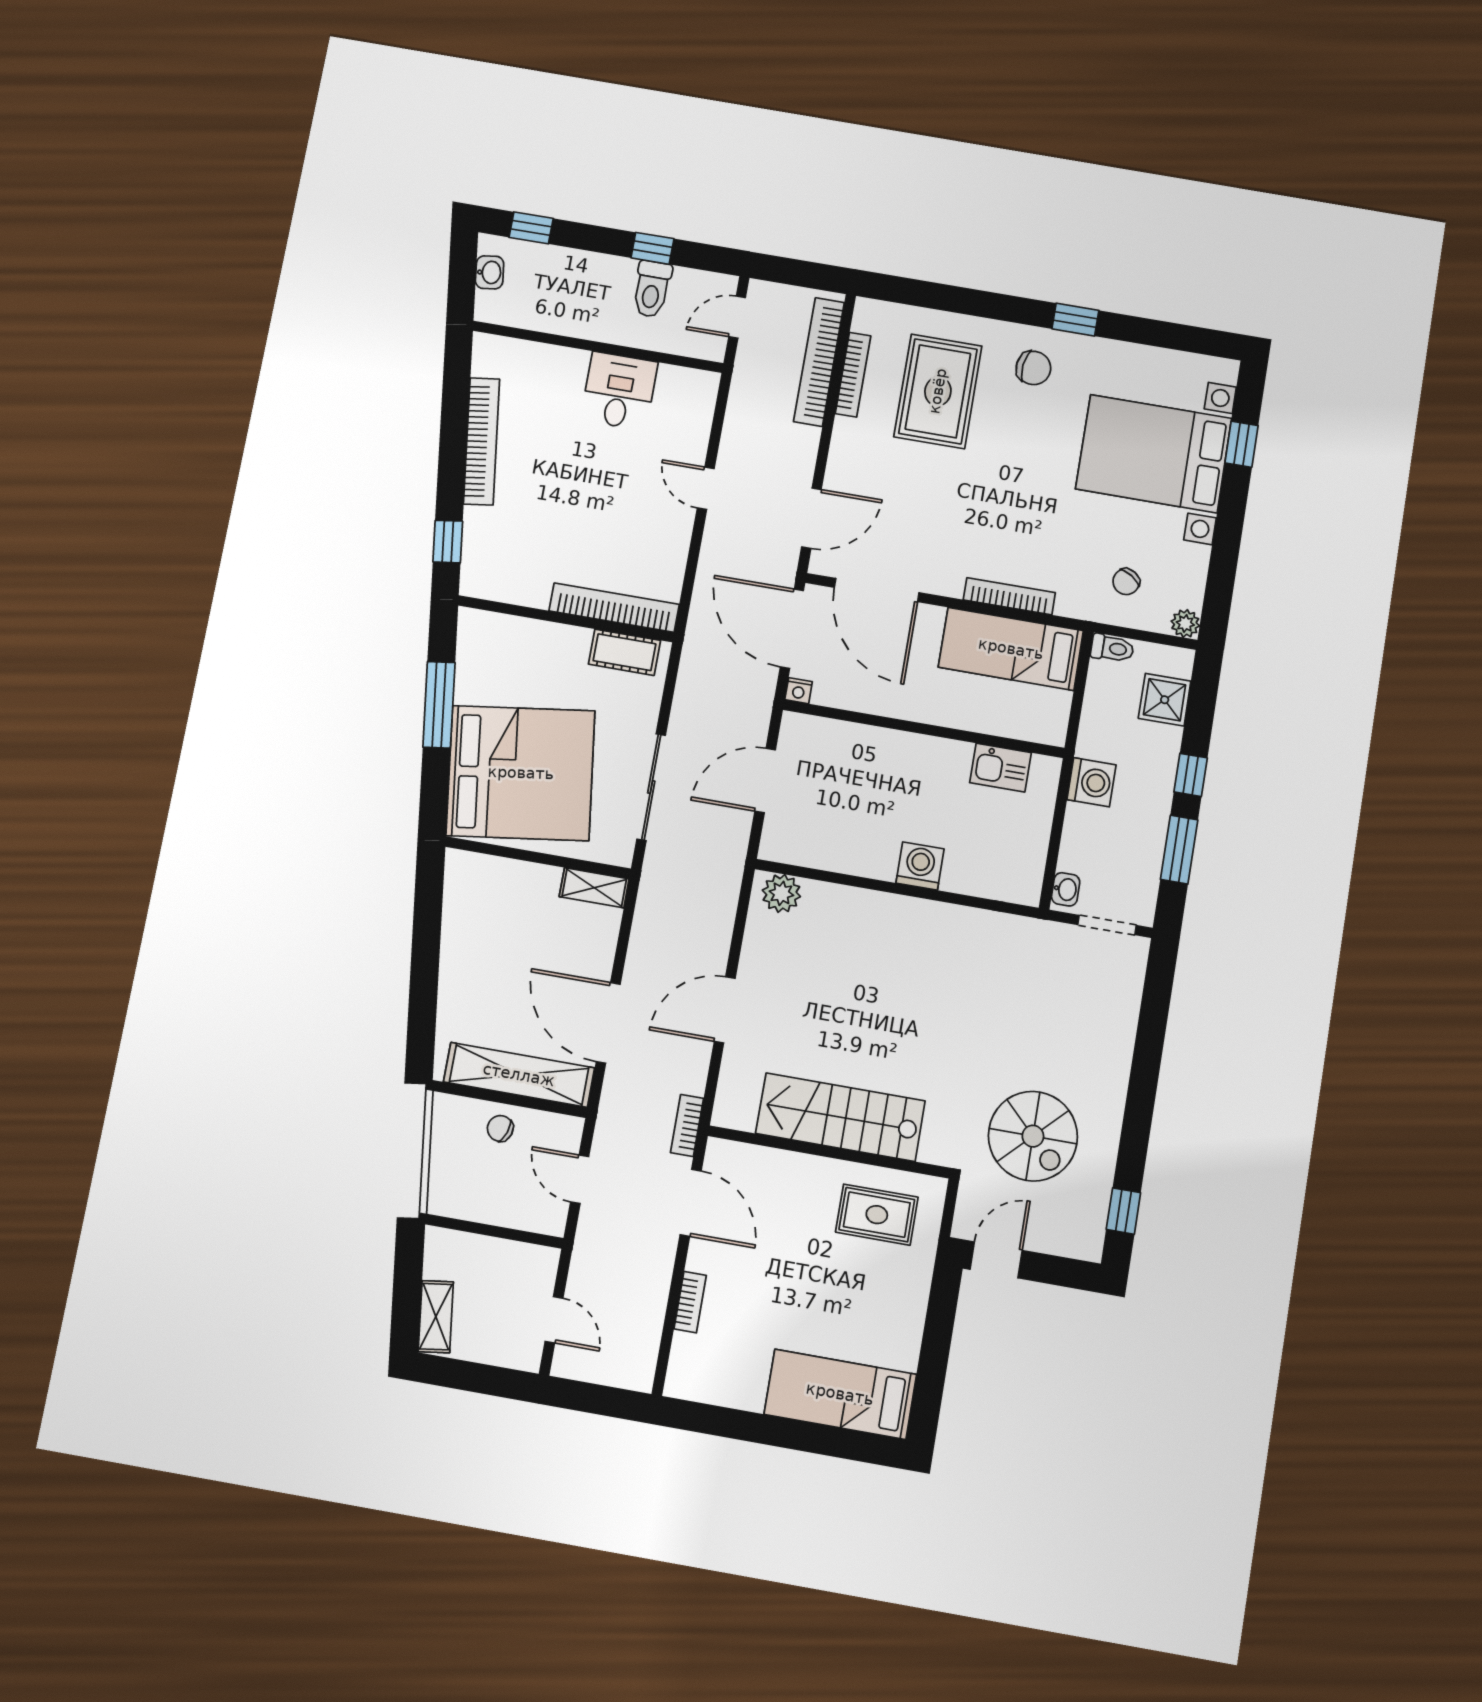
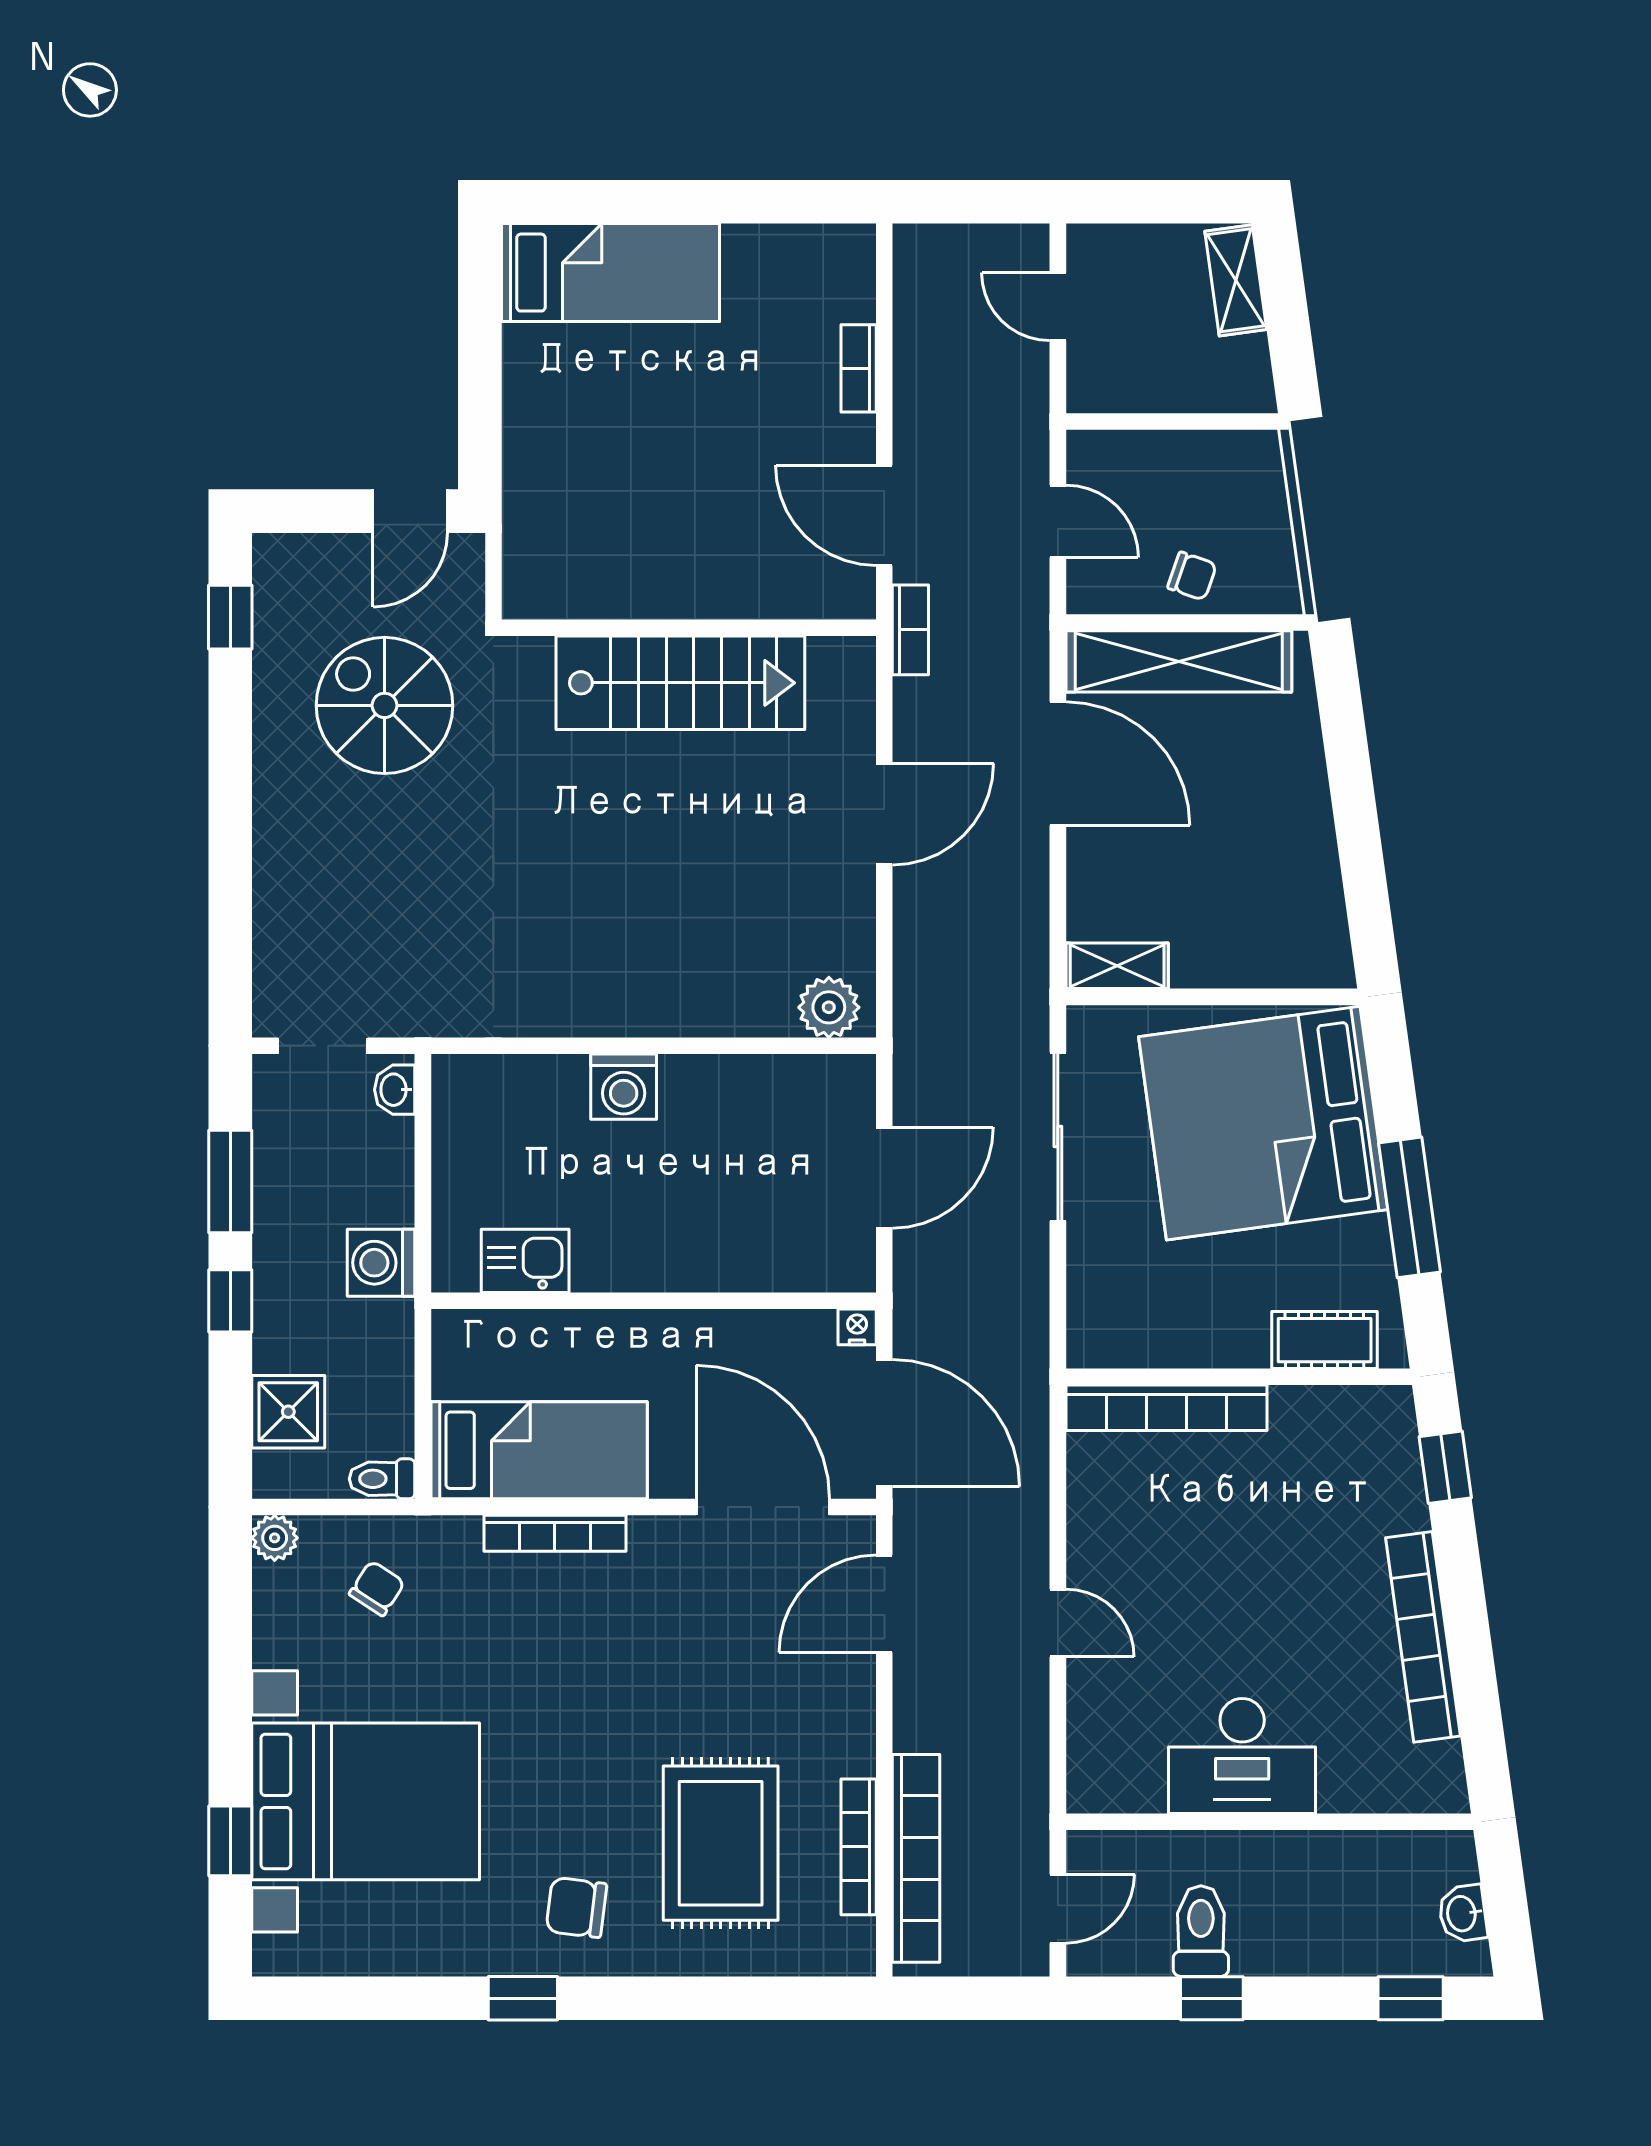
desk: (619, 391) -> (1242, 1756), width x1.37
cot: (624, 652) -> (1325, 1340), moved
rug: (877, 1215) -> (601, 547), removed

